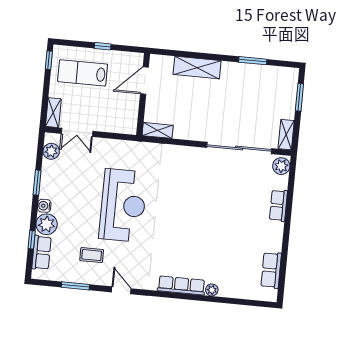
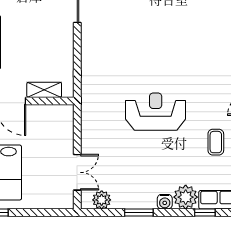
shelving: (53, 113) -> (57, 202), removed
shelving: (158, 130) -> (44, 90), moved, turned 90
reception desk: (123, 205) -> (156, 112), width x0.74, depth x0.77

